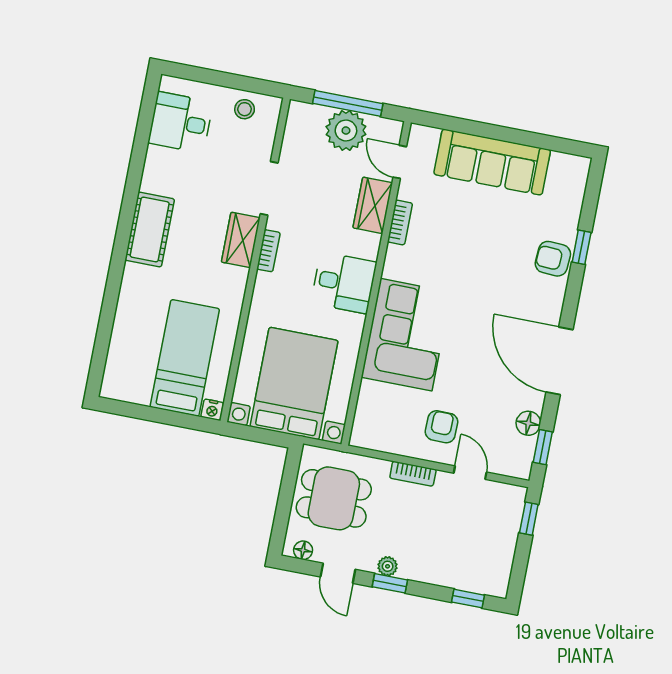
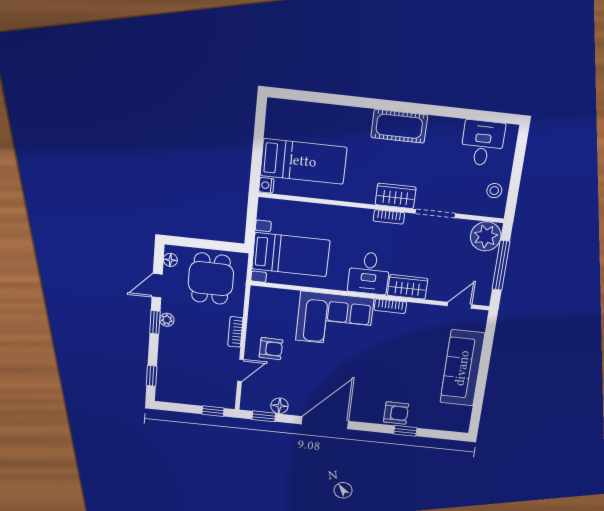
plant: (346, 131) -> (486, 236), moved
wardrobe: (373, 205) -> (408, 287), moved
bookcase: (400, 222) -> (390, 306), moved
armchair: (553, 259) -> (396, 413), turned 87
bed with nightstands: (294, 383) -> (291, 255), width x0.73

